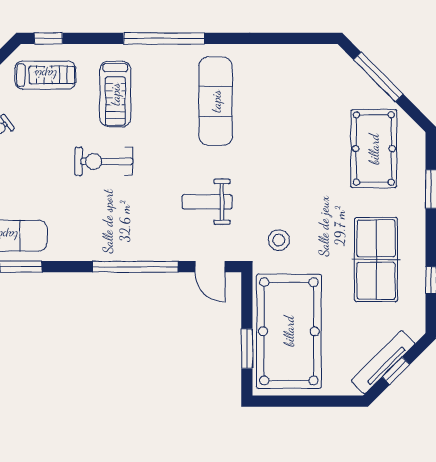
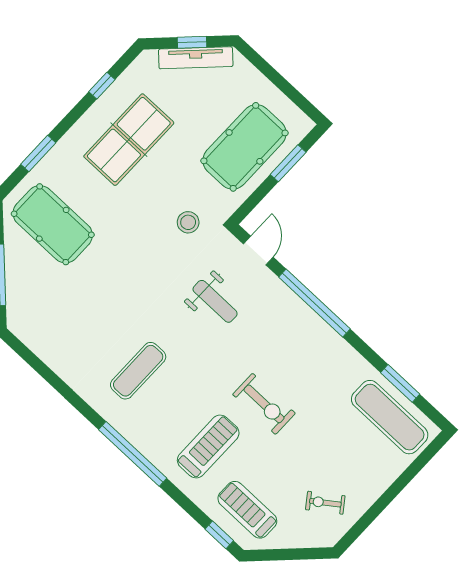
exercise mat: (216, 101) -> (138, 371), width x0.73, depth x0.69
pool table: (374, 149) -> (53, 224), turned 90
pool table: (289, 331) -> (244, 147), width x0.73, depth x0.76

